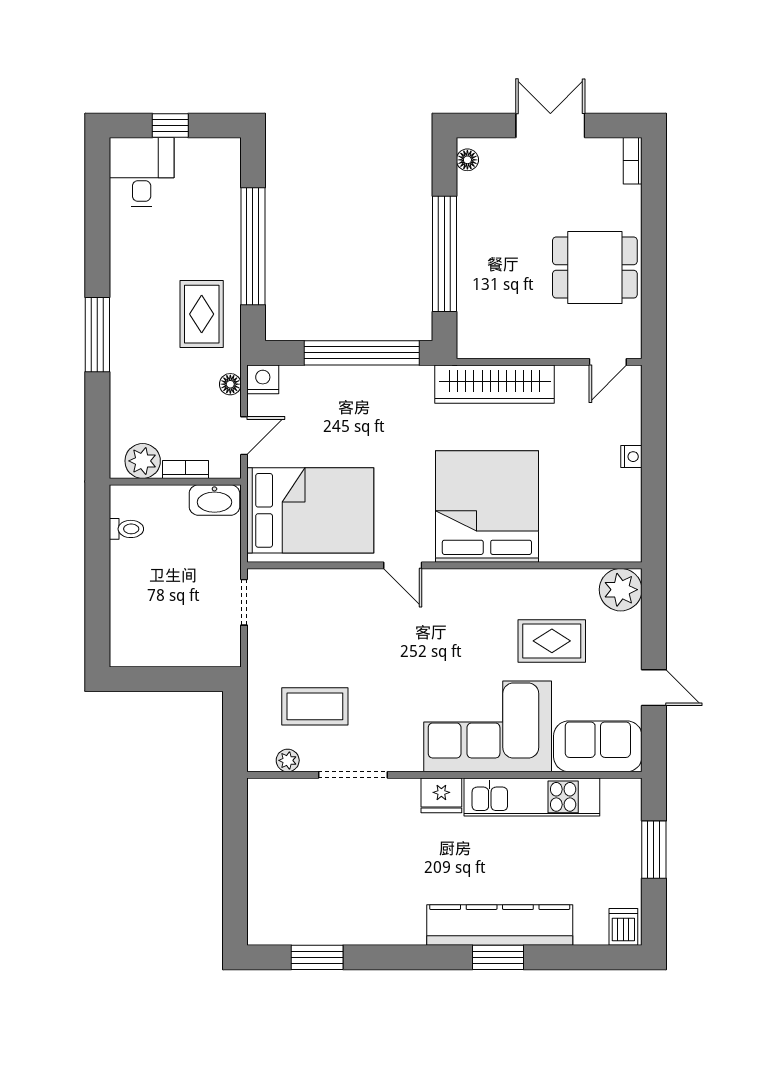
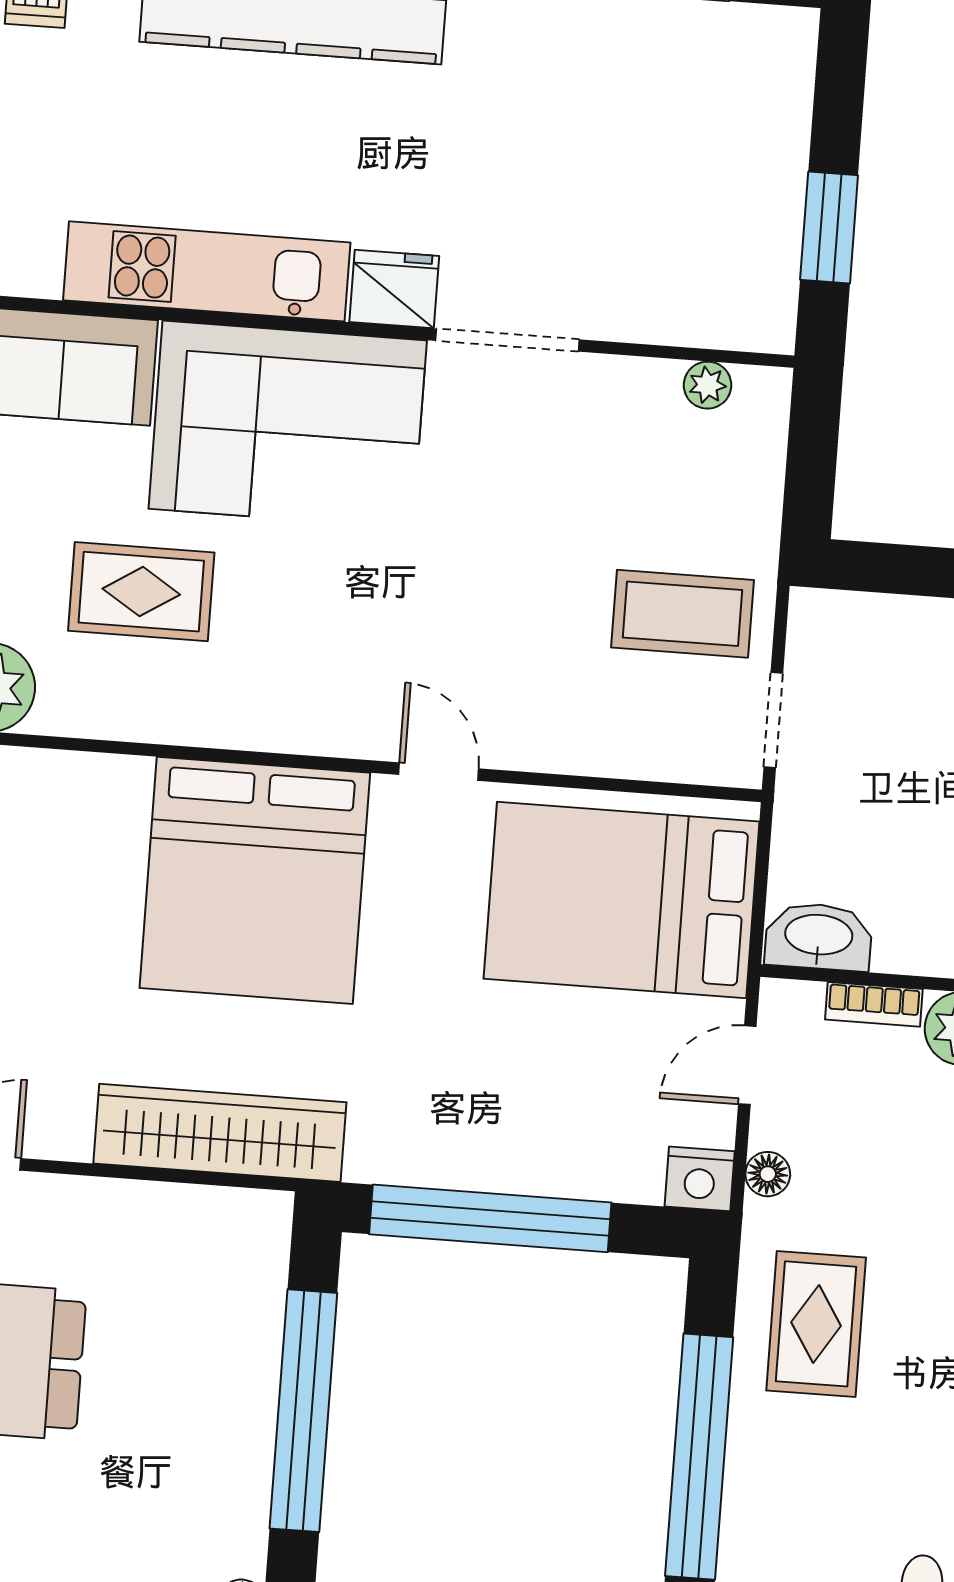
coffee table: (315, 706) -> (682, 614), moved
doorway: (353, 775) -> (507, 340), moved
window: (235, 840) -> (829, 227), added

